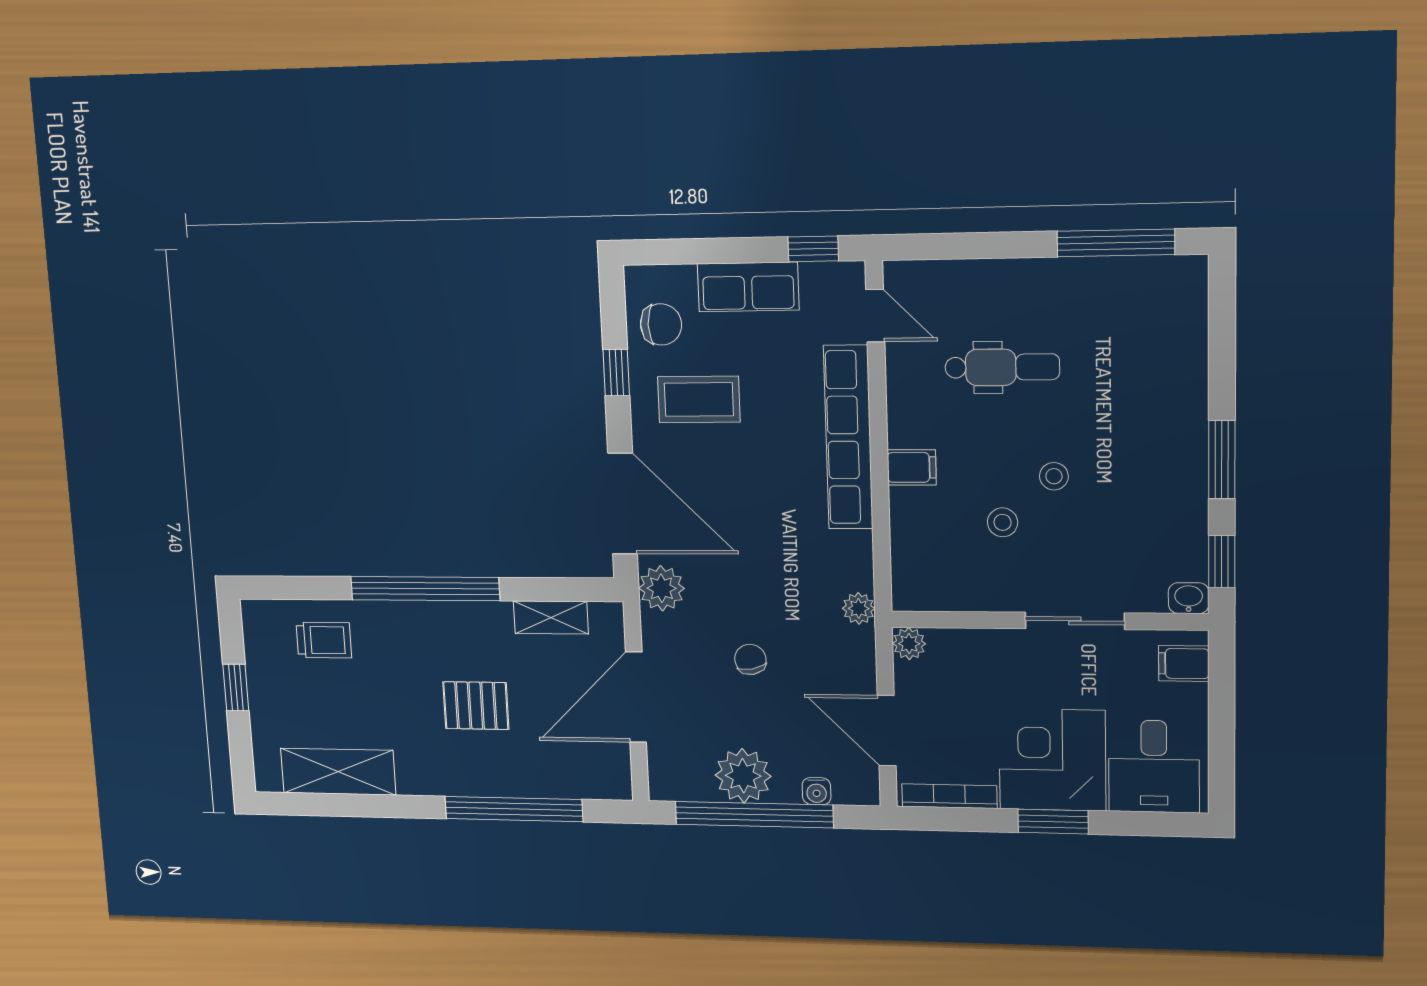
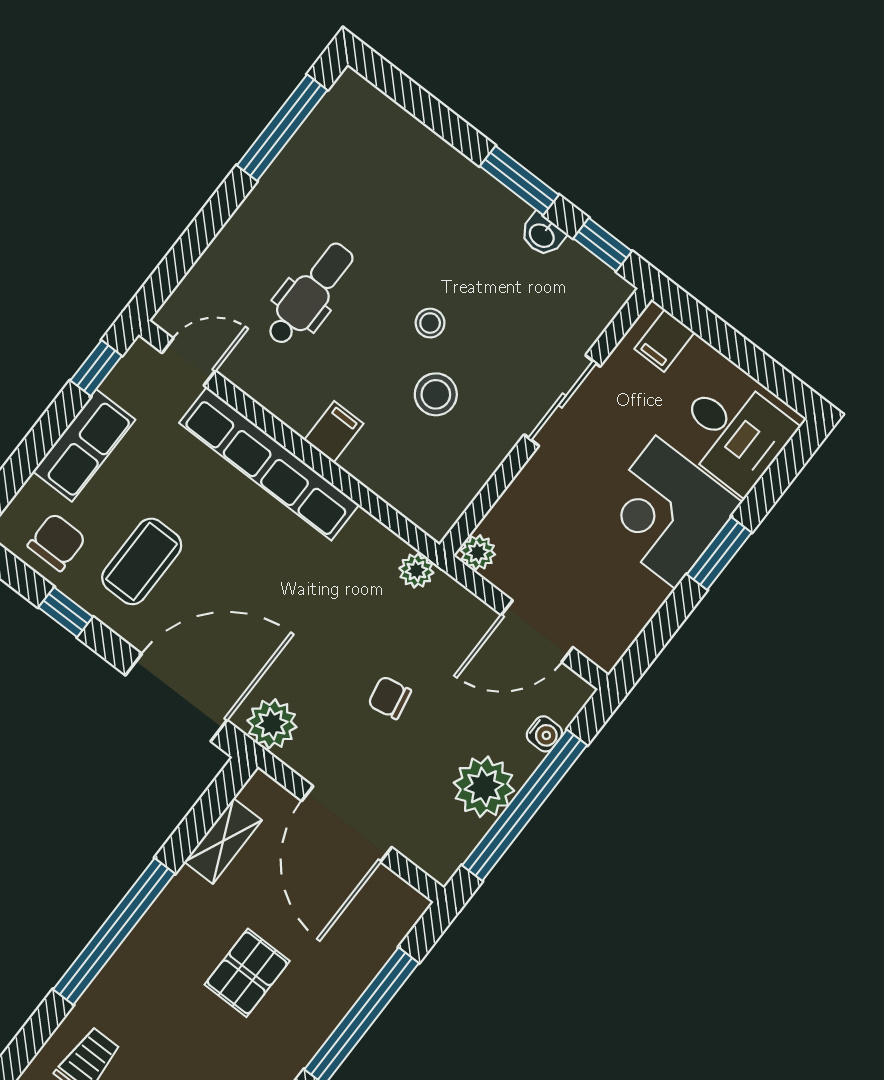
stool: (1003, 522) -> (436, 394), width x1.37, depth x1.37
washbasin: (1189, 598) -> (542, 235), moved, turned -90
bookcase: (949, 796) -> (633, 623), removed

